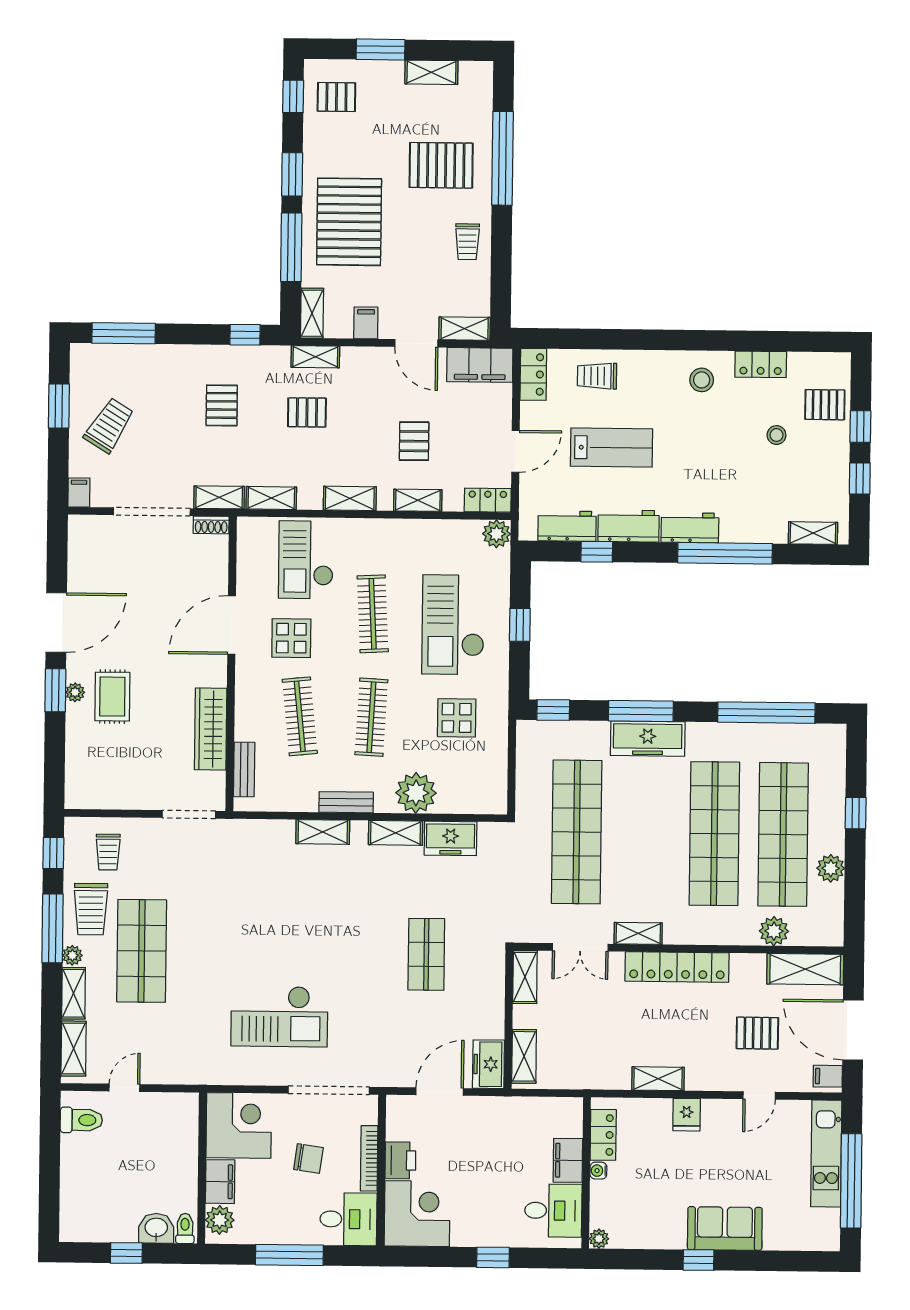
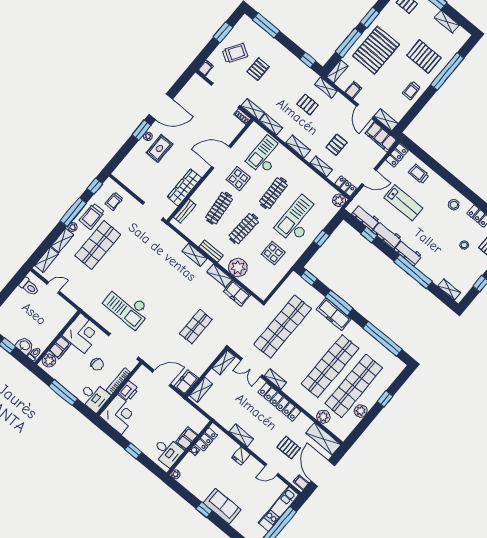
pallet: (222, 405) -> (258, 69), moved

